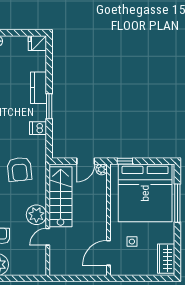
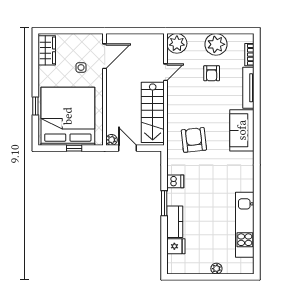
fridge: (37, 43) -> (176, 246), moved
door: (86, 161) -> (127, 148), hinge flipped
window: (125, 161) -> (74, 148), moved
window: (177, 203) -> (35, 106), width x0.46
plant: (36, 215) -> (177, 43), moved

